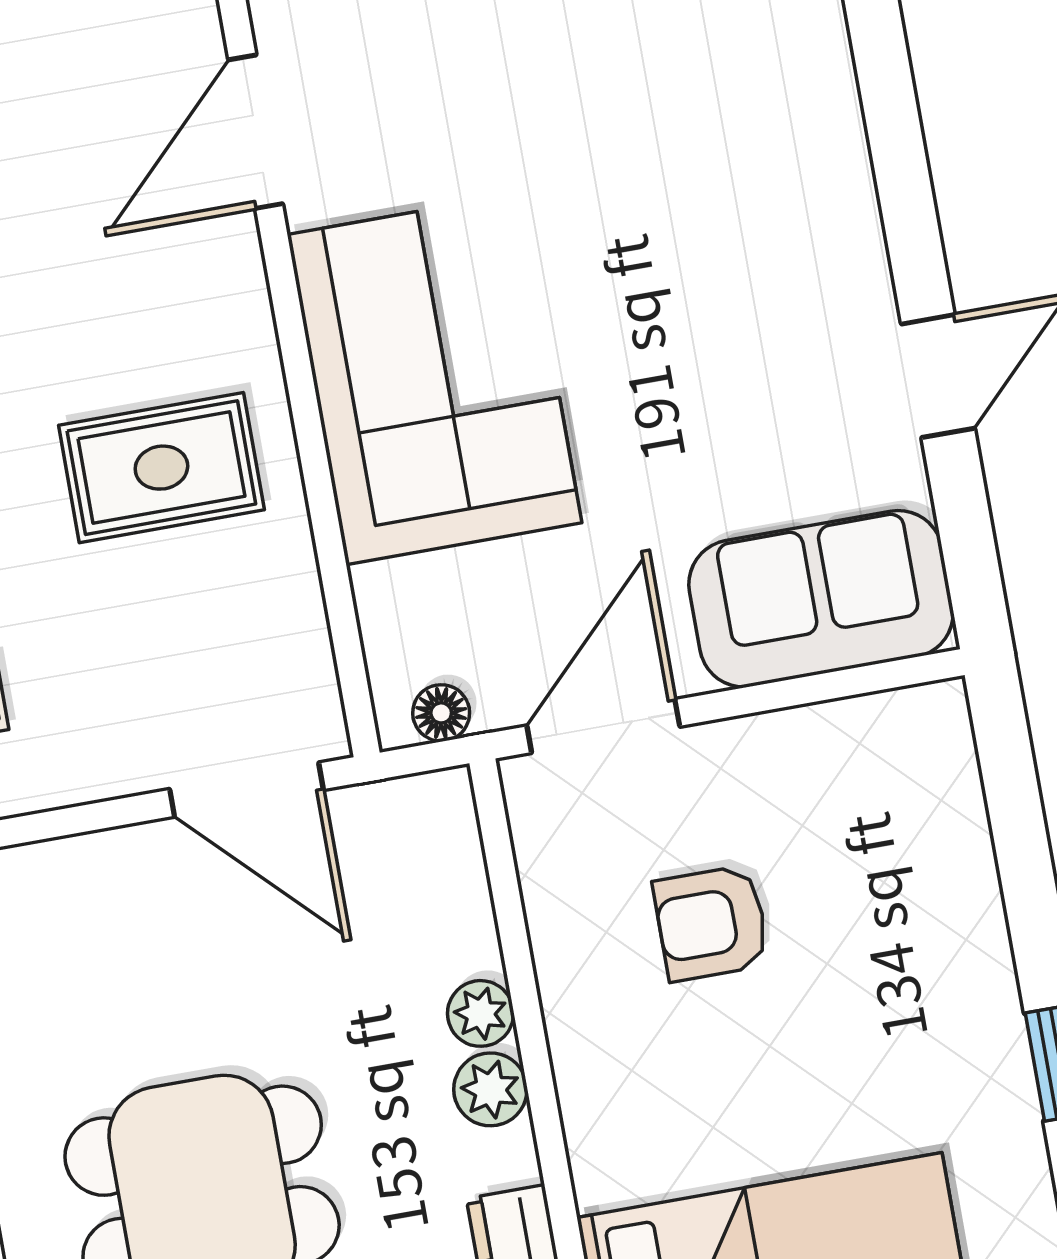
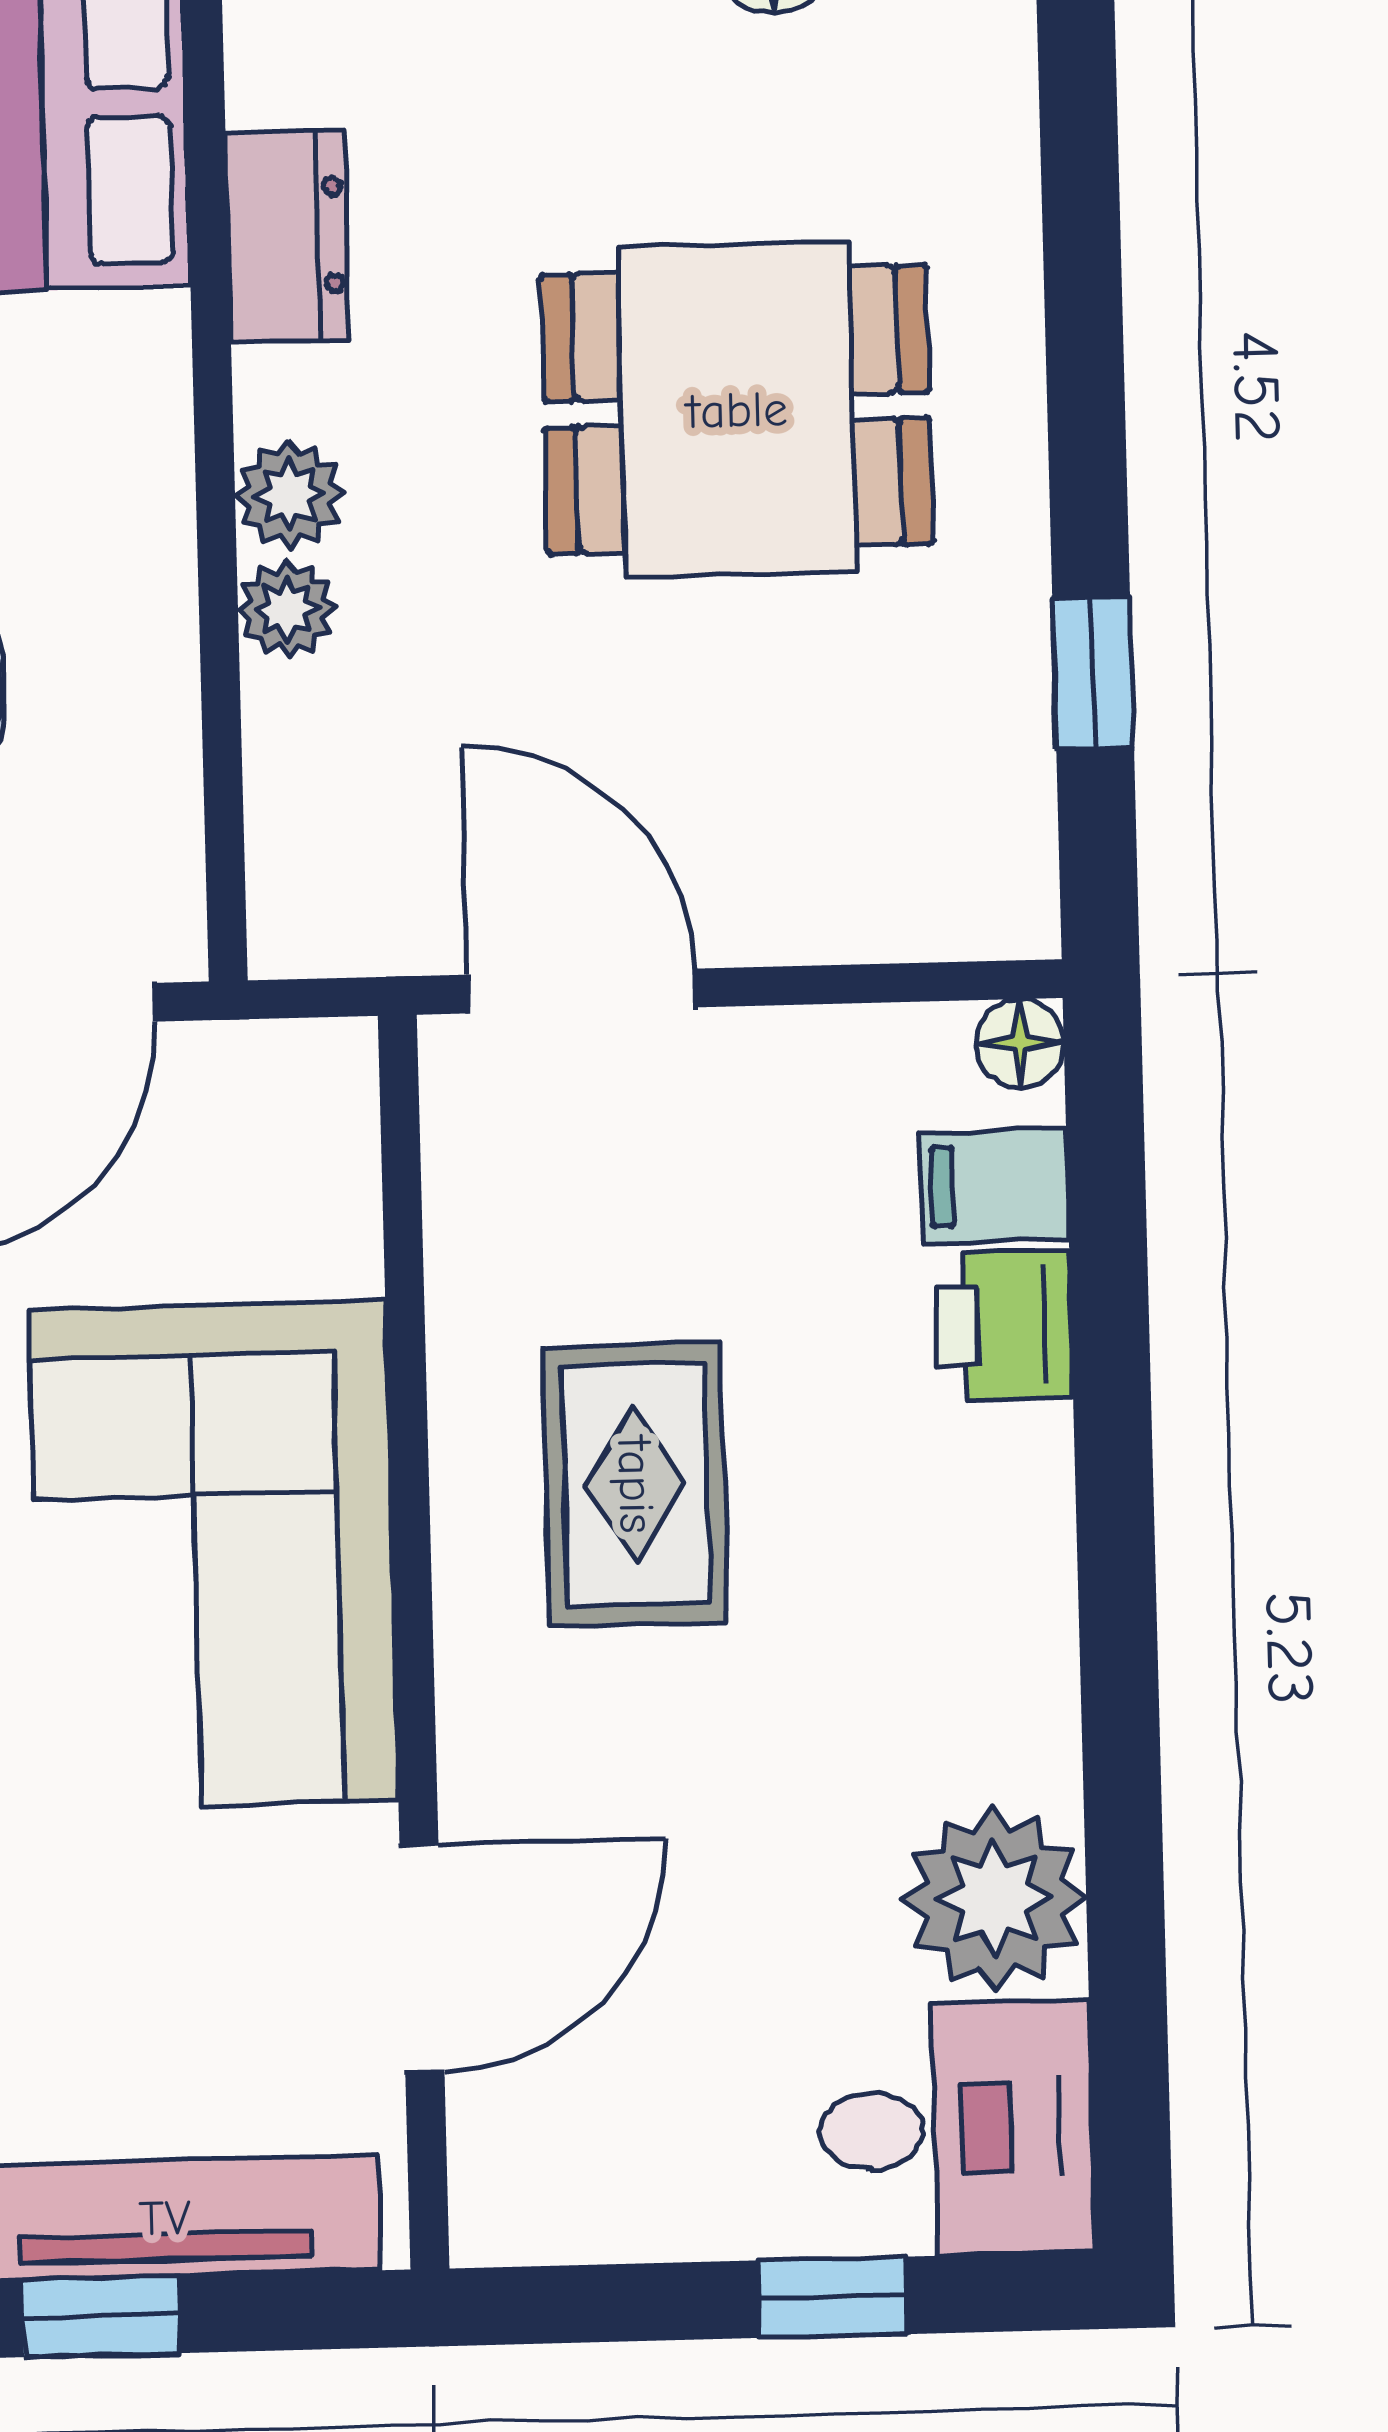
rug: (161, 468) -> (636, 1485), turned 90
floor lamp: (441, 713) -> (278, 1061), removed

